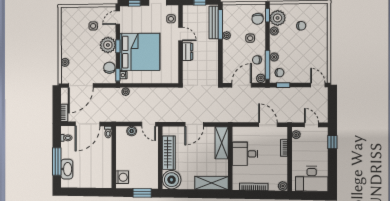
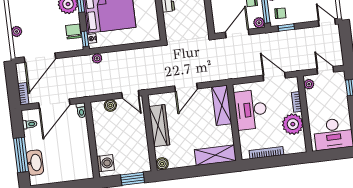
desk: (245, 154) -> (251, 110), width x1.37
boiler: (172, 180) -> (162, 164), width x0.54, depth x0.54
plant: (283, 186) -> (293, 124), moved, width x1.87, depth x1.87

